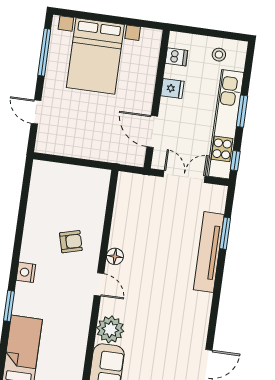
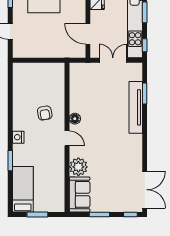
armchair: (71, 242) -> (45, 113), turned 95

